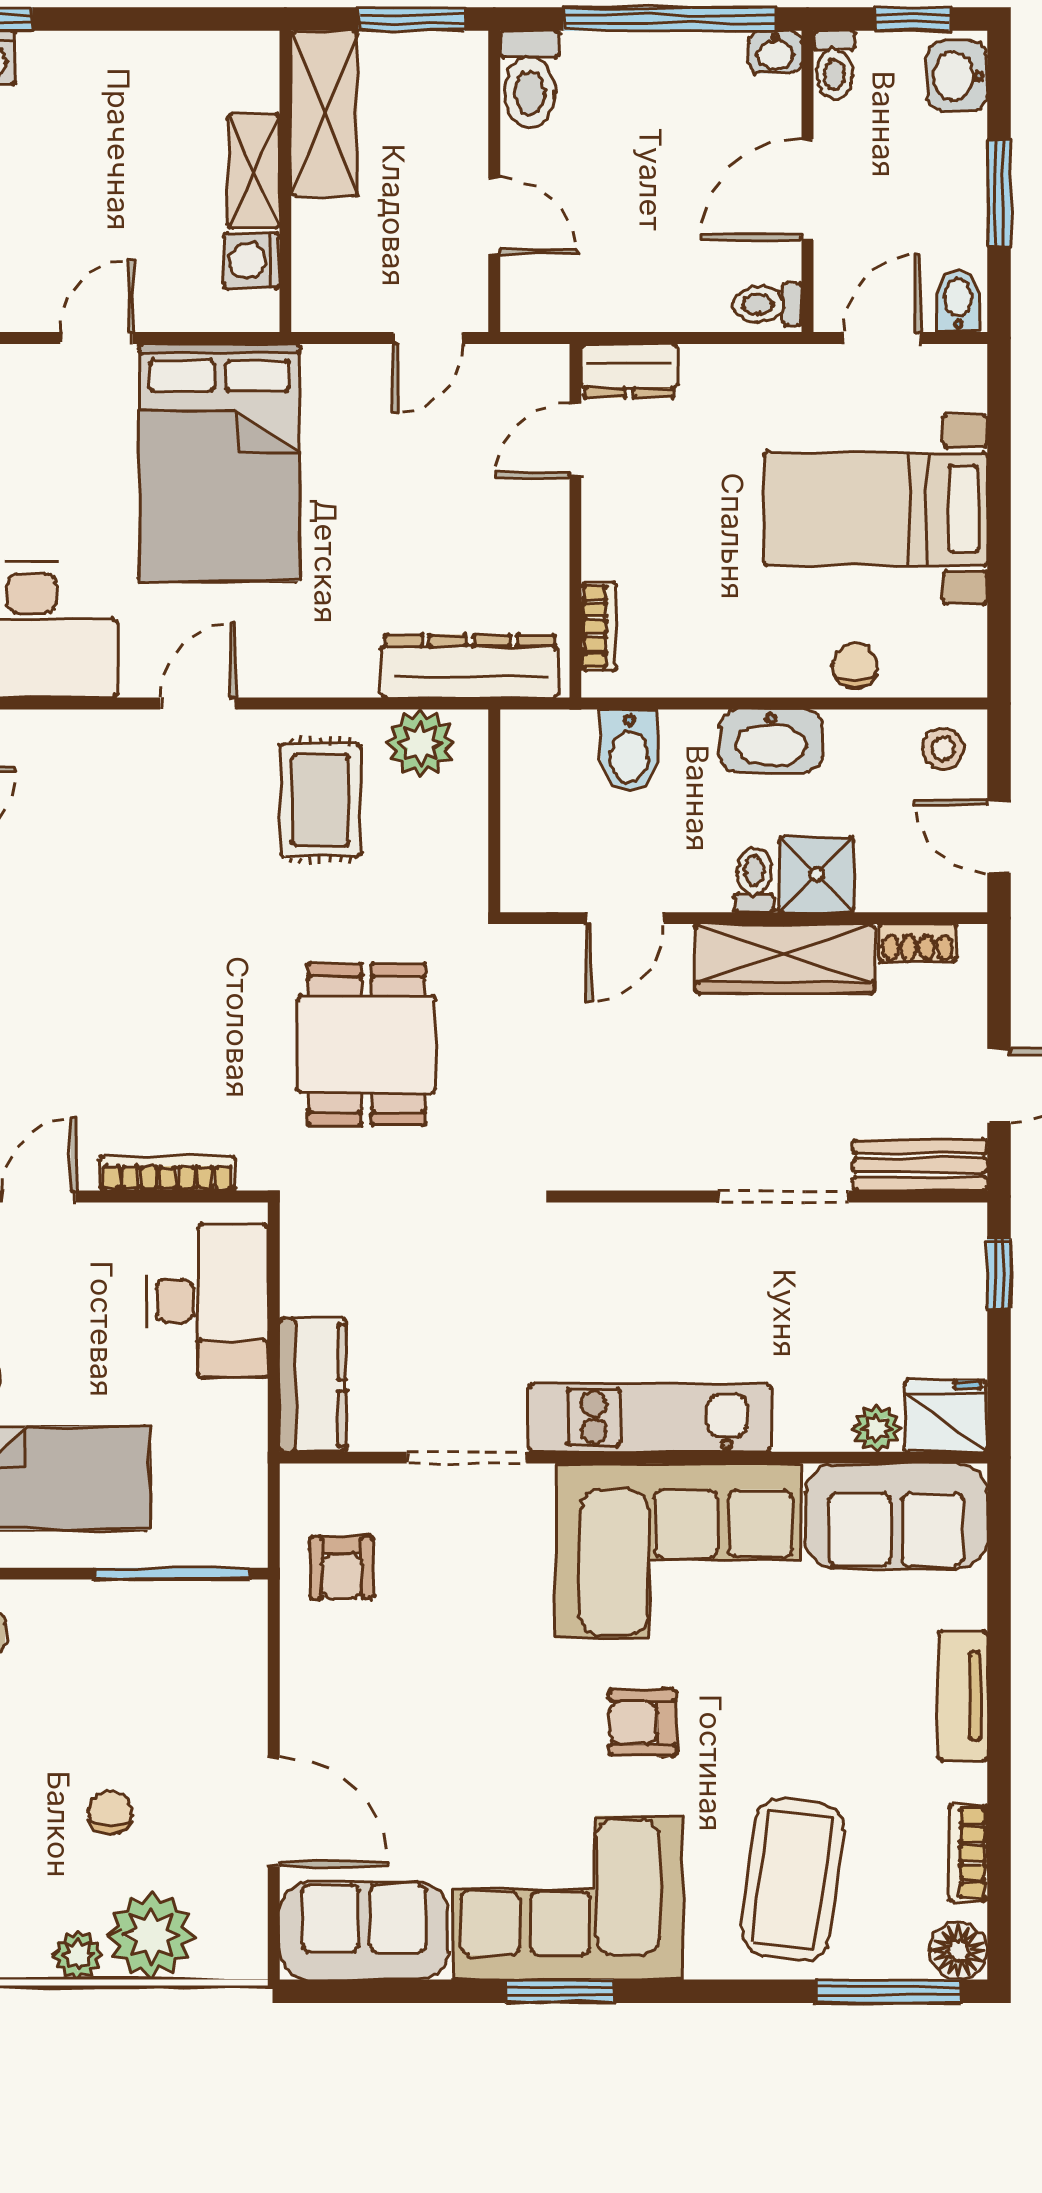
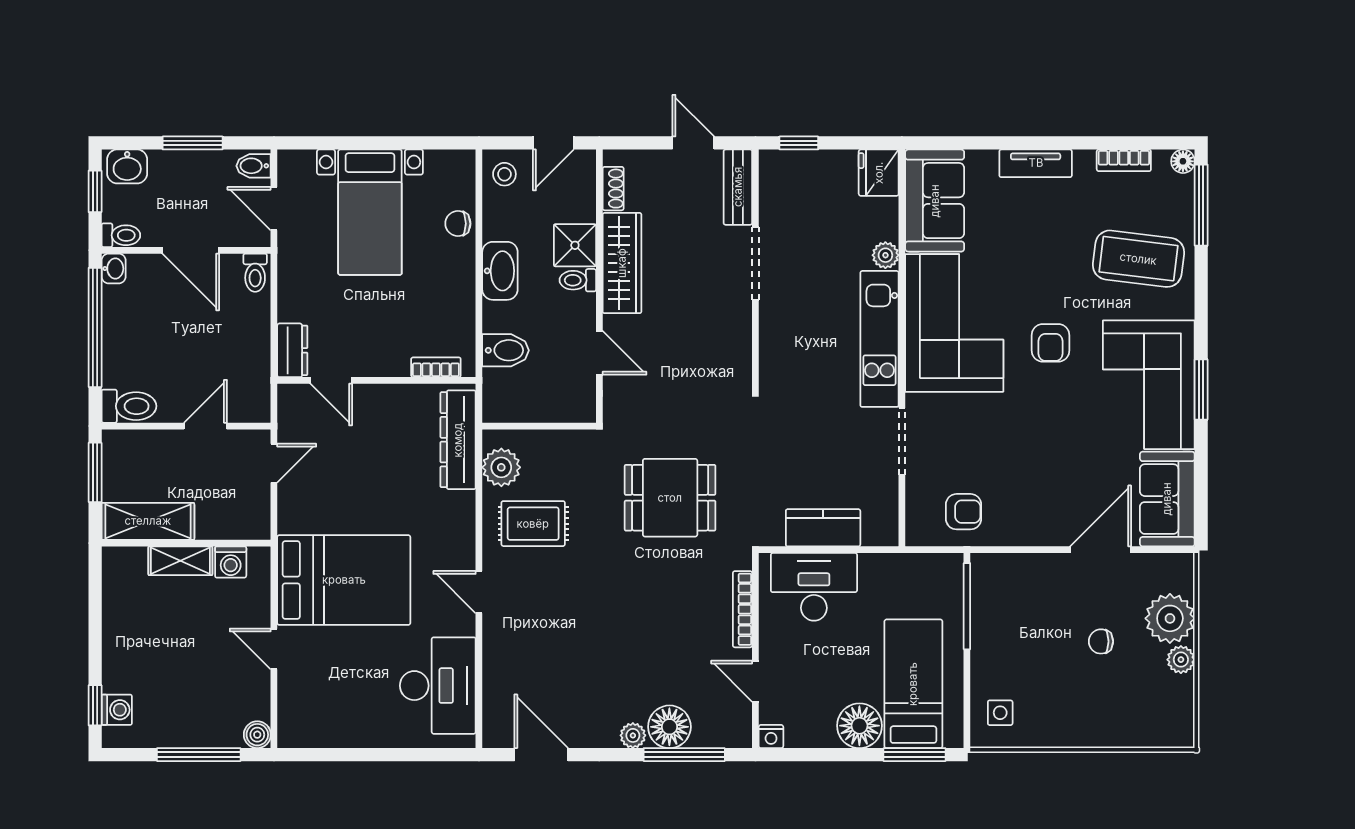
door: (428, 338) -> (274, 463), hinge flipped
kitchen counter: (313, 1385) -> (823, 528), moved
plant: (877, 1428) -> (885, 255), moved
floor lamp: (959, 1951) -> (1183, 161), width x0.73, depth x0.73

